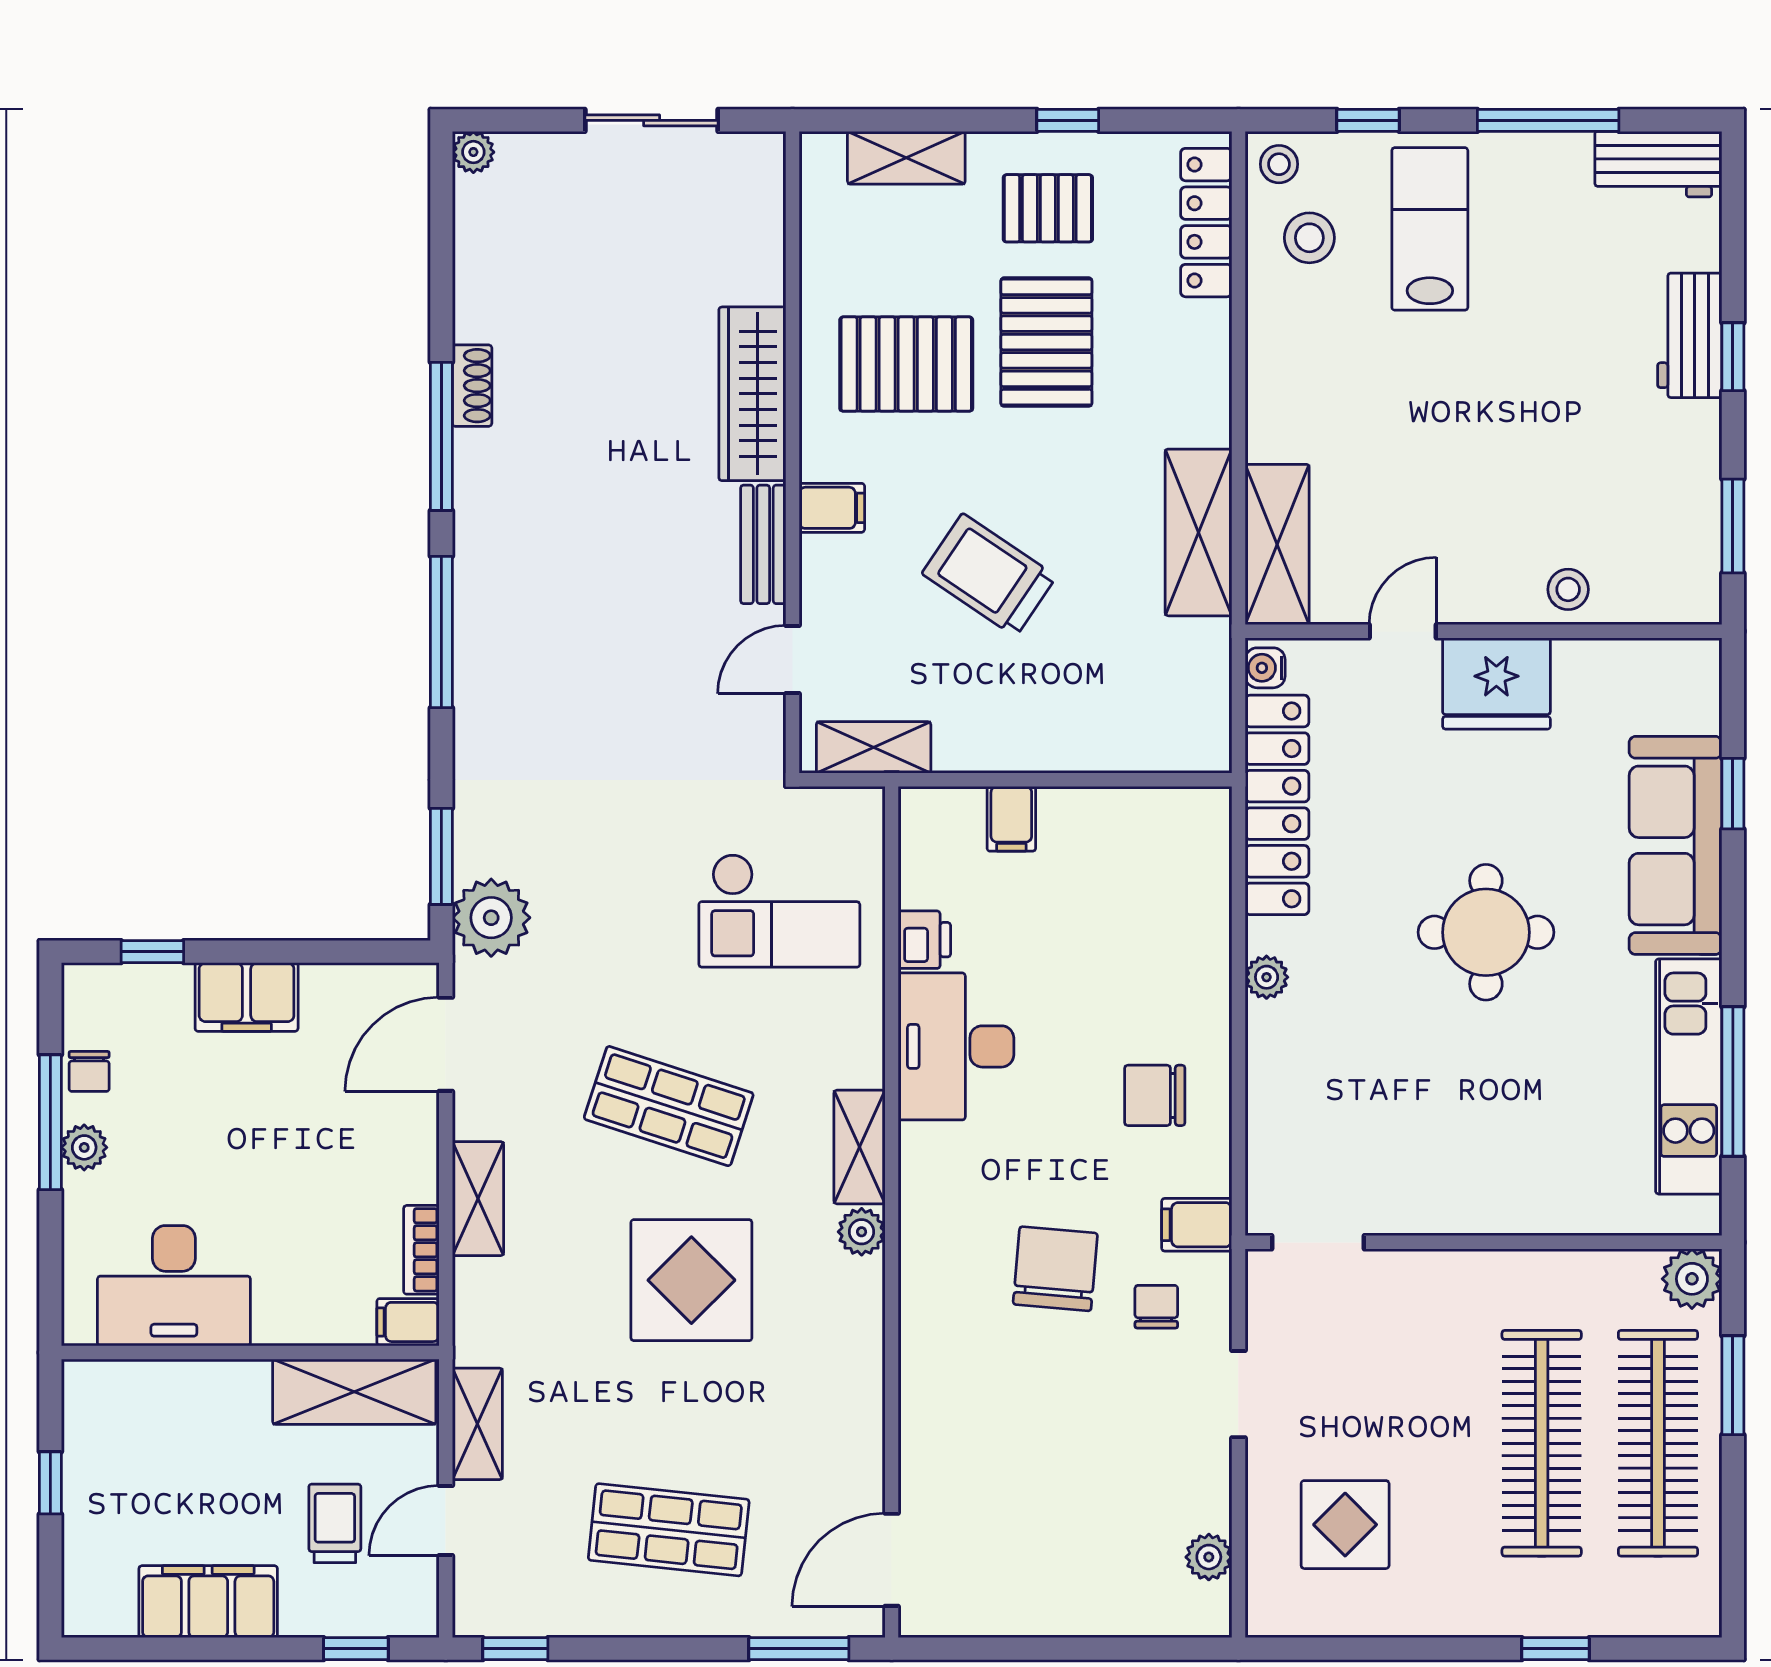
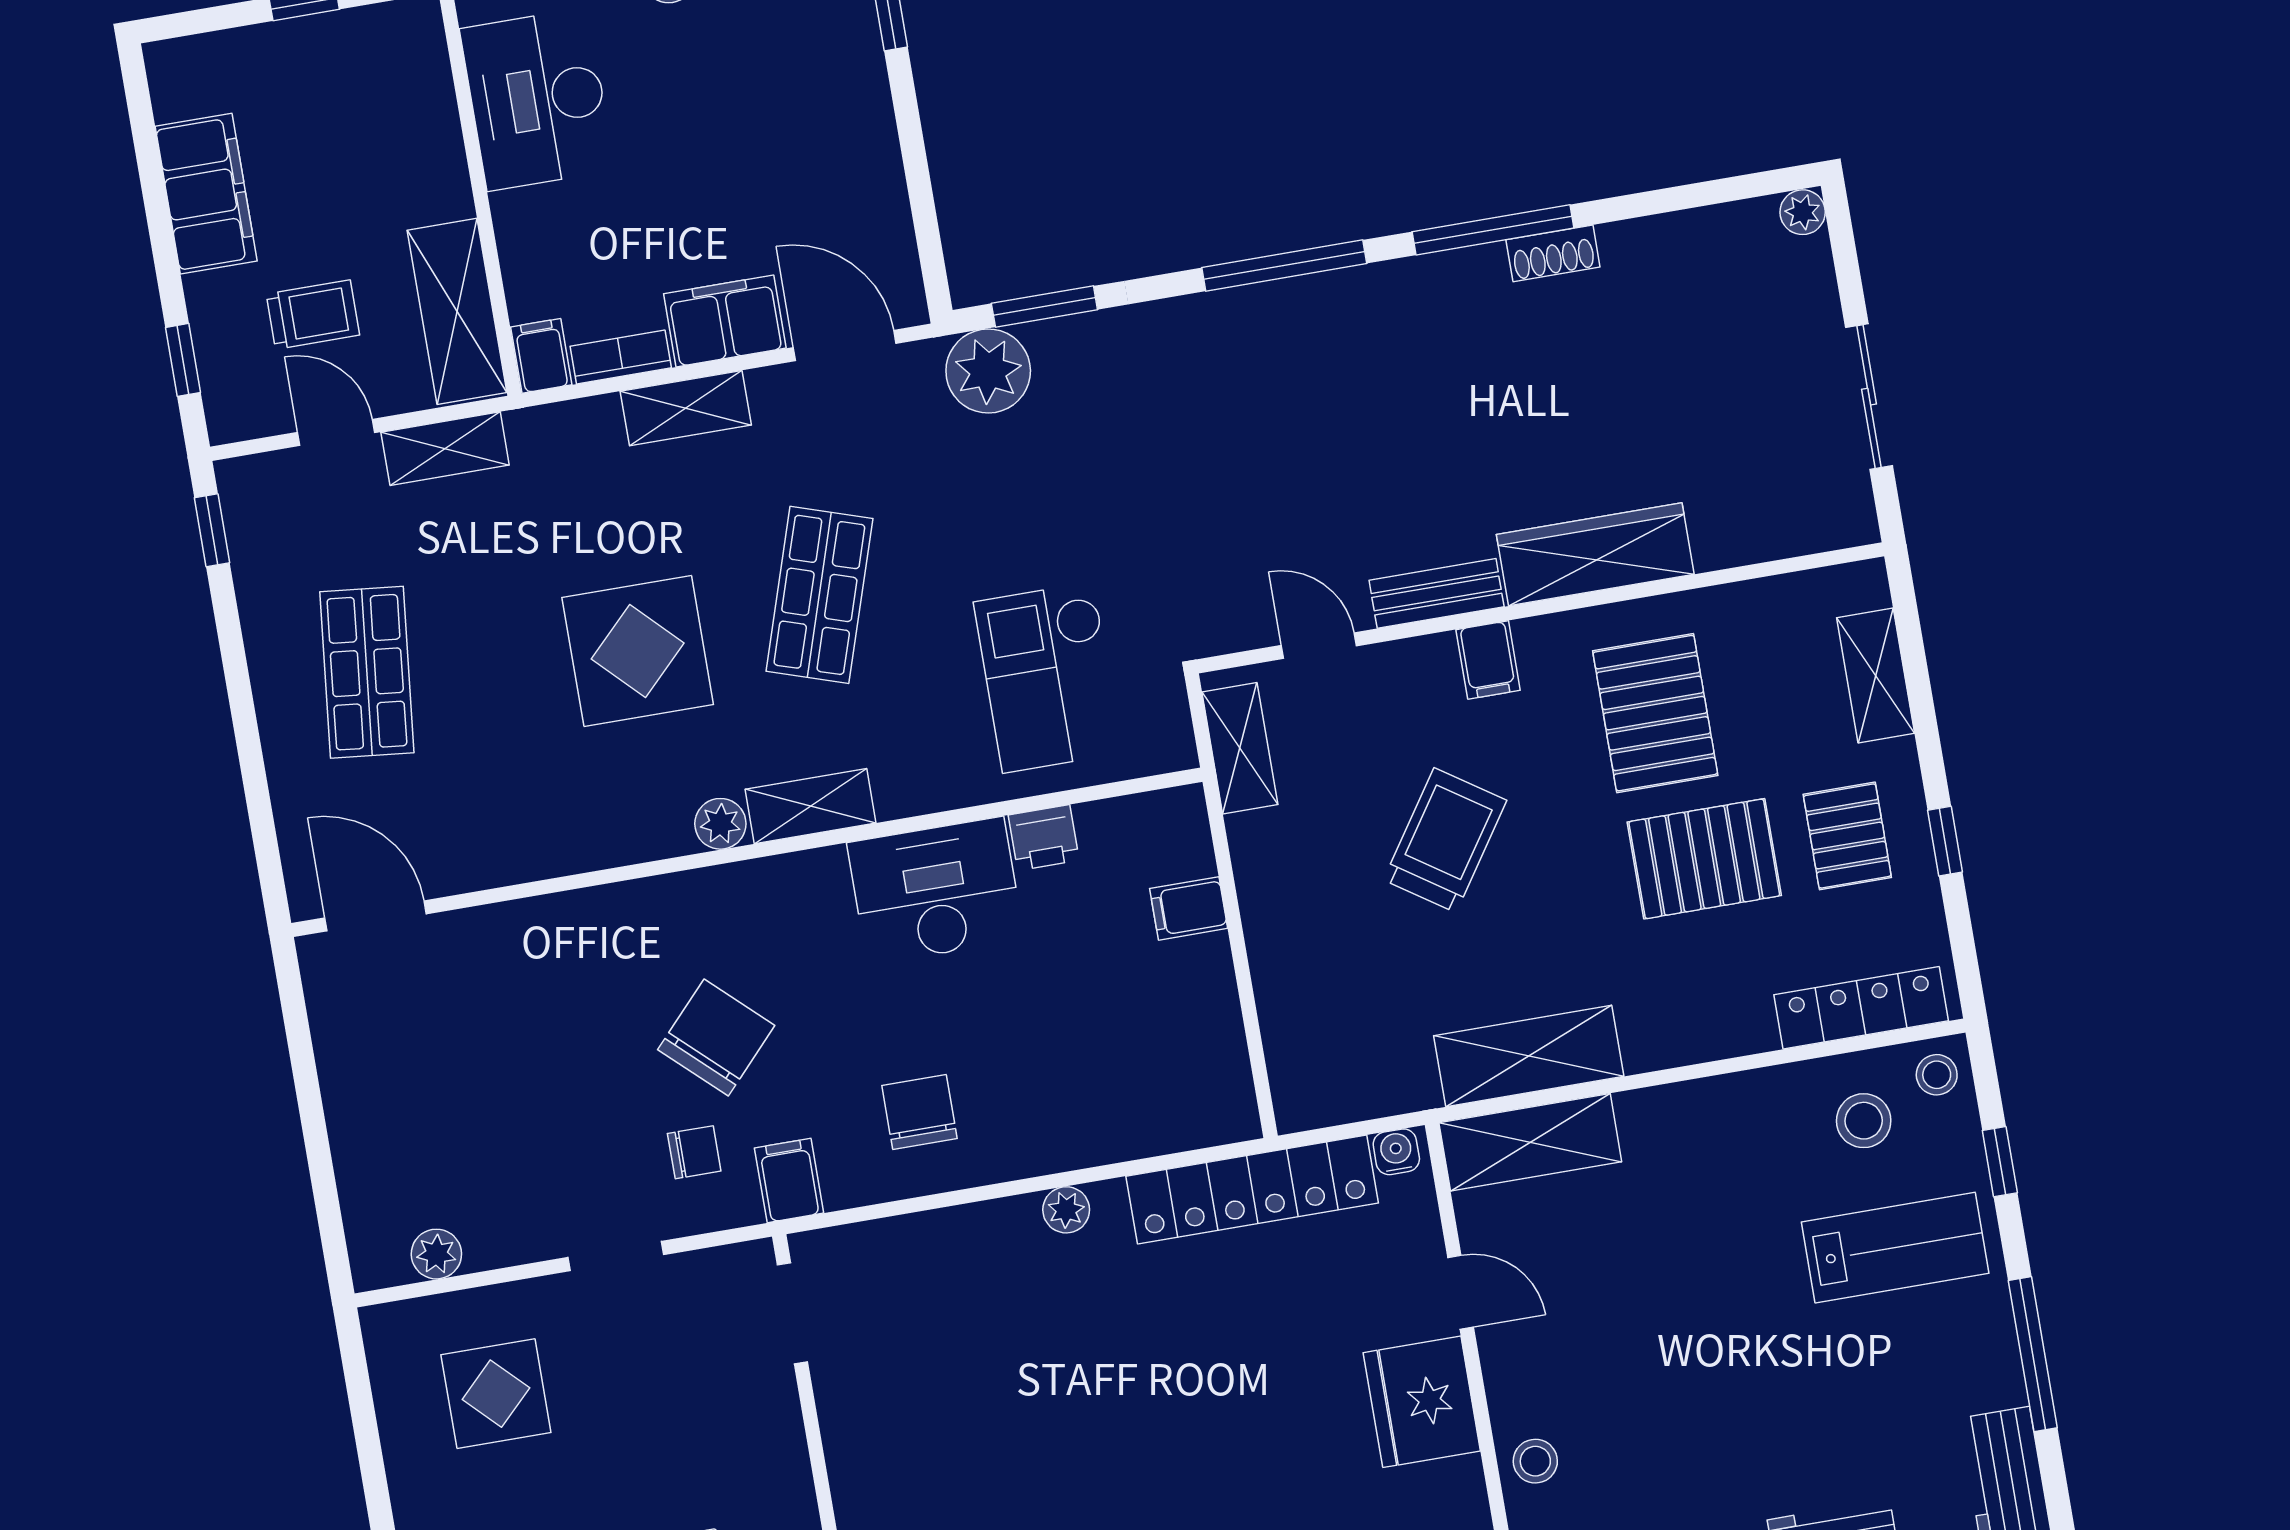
round table: (1486, 932) -> (1154, 1436), removed
filing cabinet: (247, 997) -> (725, 321), moved, turned 90
chair: (1055, 1269) -> (716, 1037), turned -52
window: (799, 1649) -> (264, 833), removed

